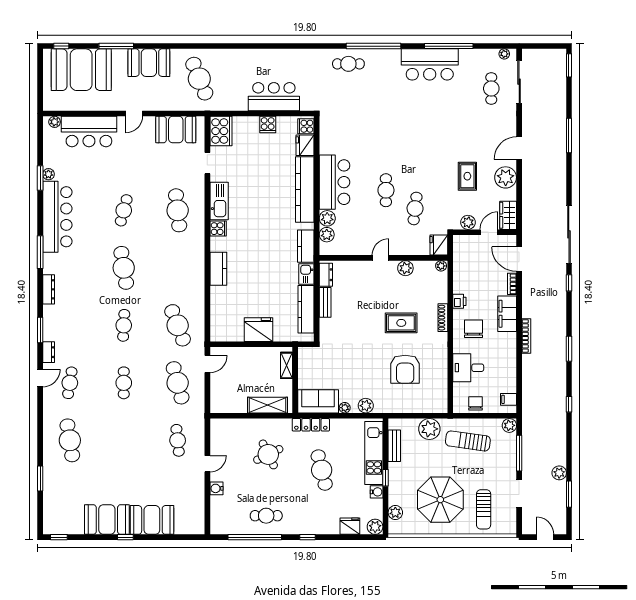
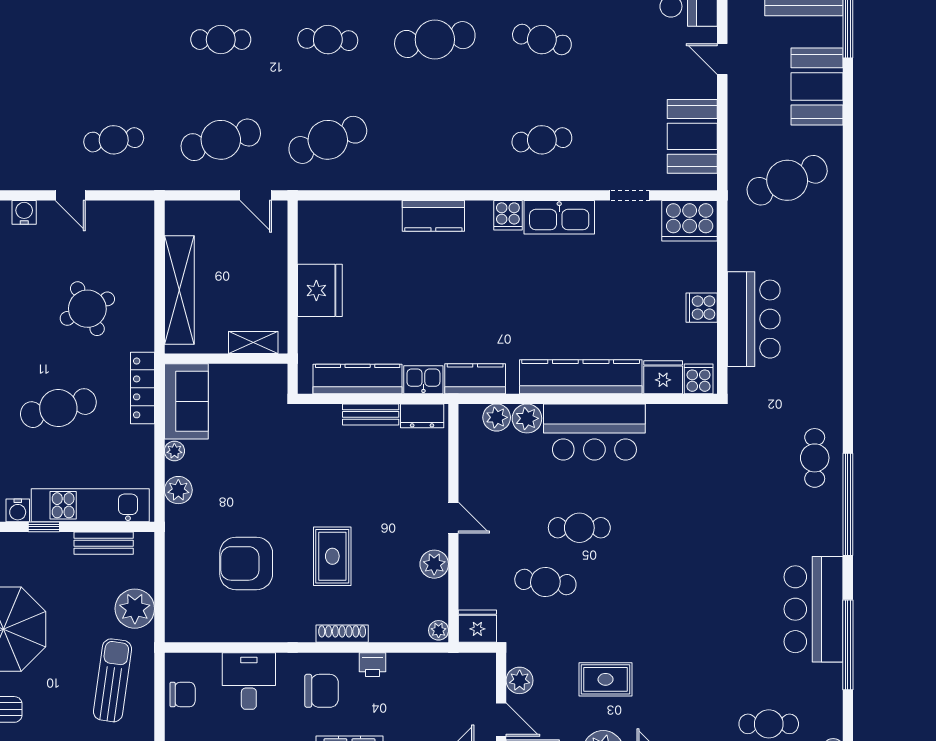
cafe table: (178, 210) -> (542, 140), width x0.73, depth x0.74
shelving: (268, 405) -> (179, 290), width x1.47

